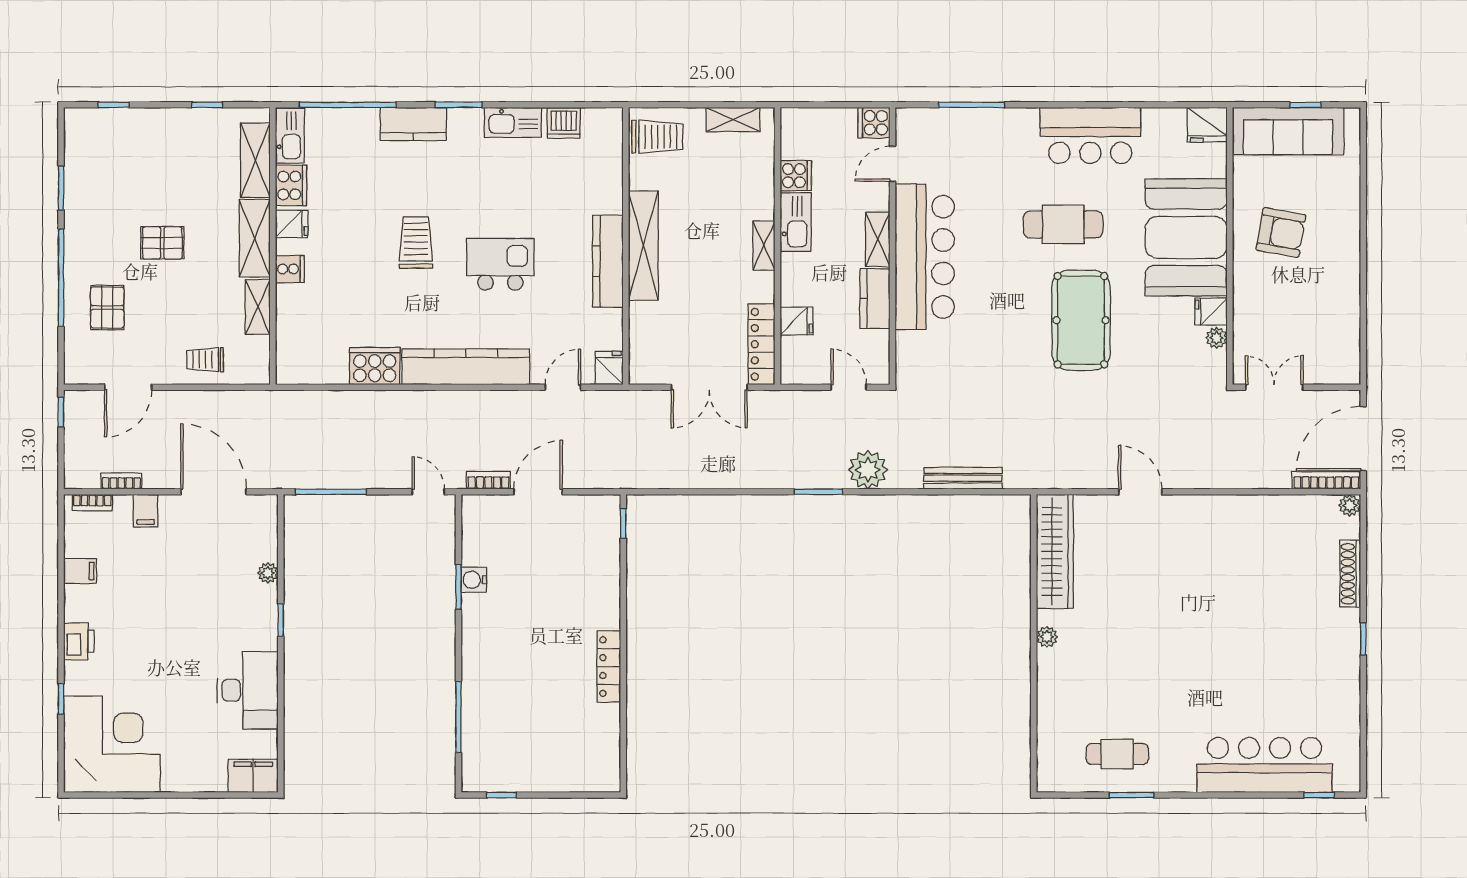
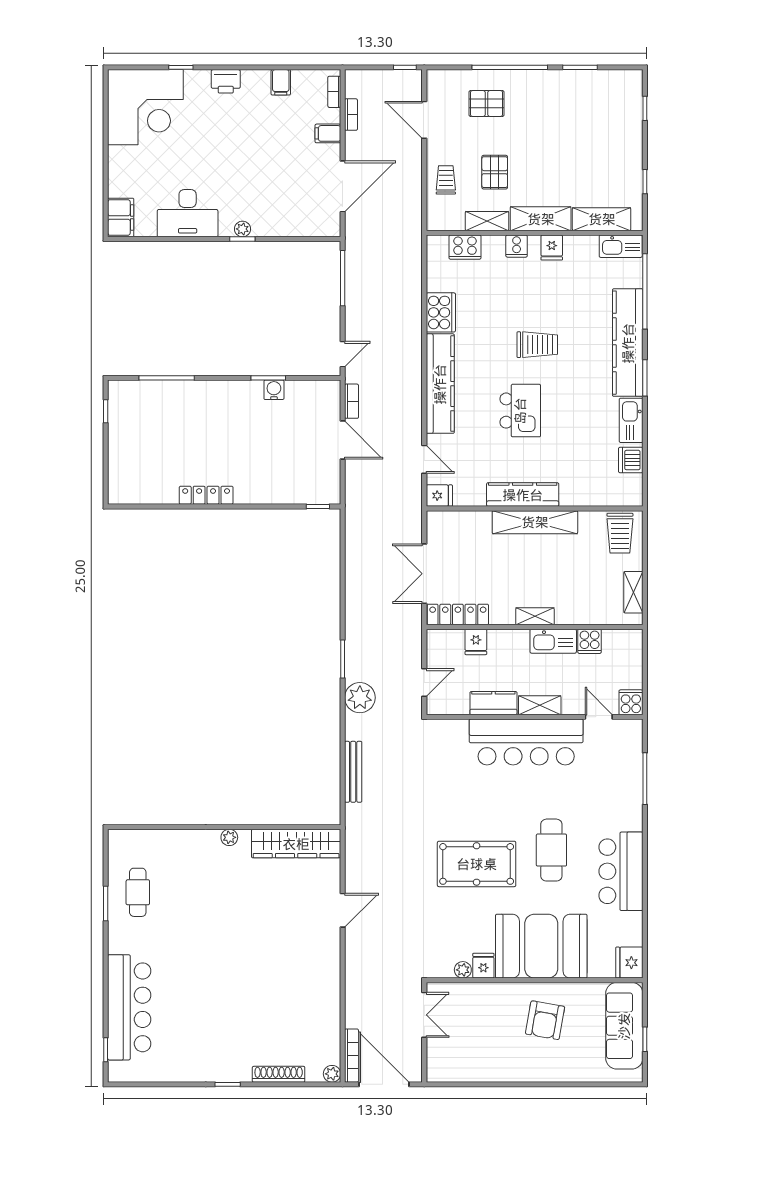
kitchen counter: (413, 124) -> (628, 343), width x2.08, depth x1.17
cooker: (291, 185) -> (465, 247), moved
pallet: (162, 243) -> (495, 172), moved
plant: (268, 573) -> (242, 229), moved

